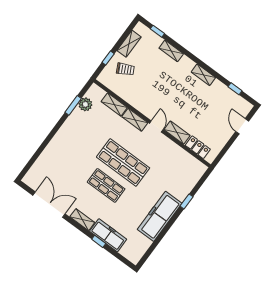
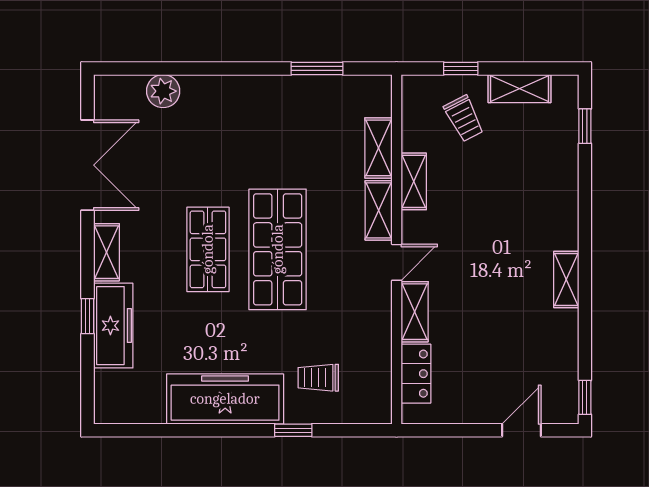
shelving: (171, 51) -> (414, 181), moved
window: (235, 89) -> (585, 397), moved
plant: (85, 104) -> (163, 91), moved
trolley: (175, 180) -> (318, 378), added

